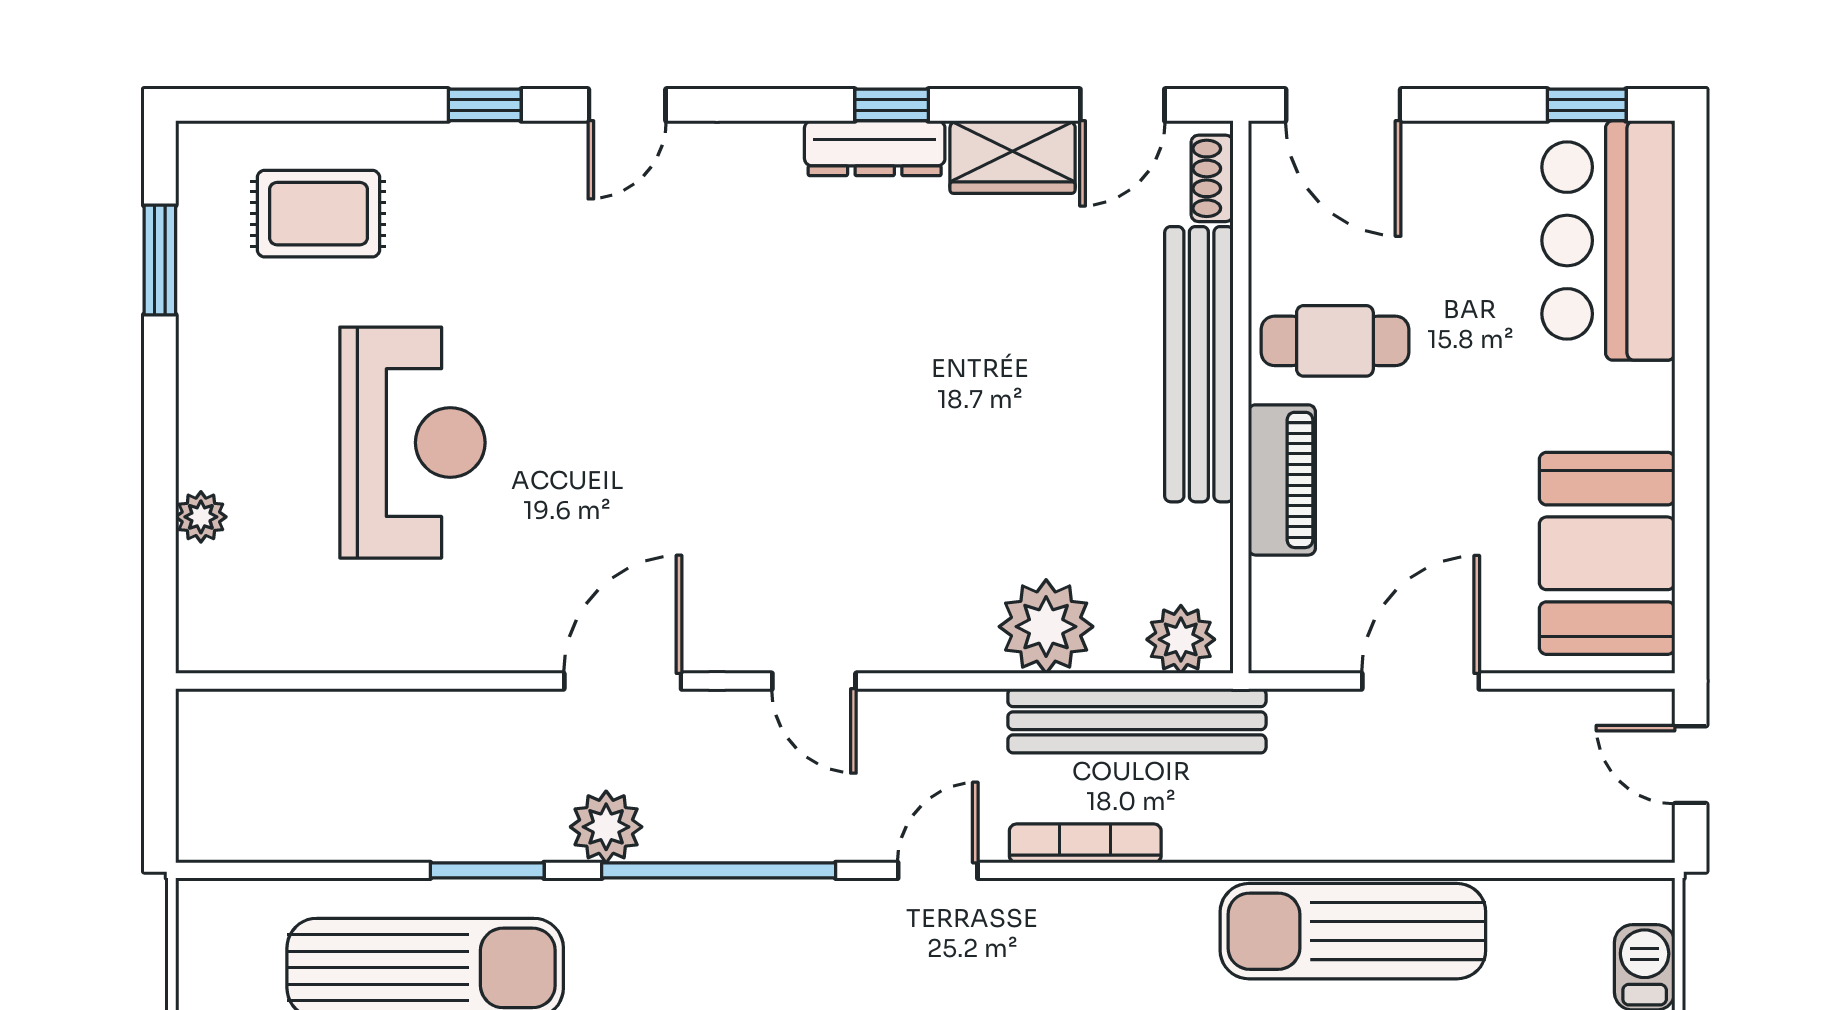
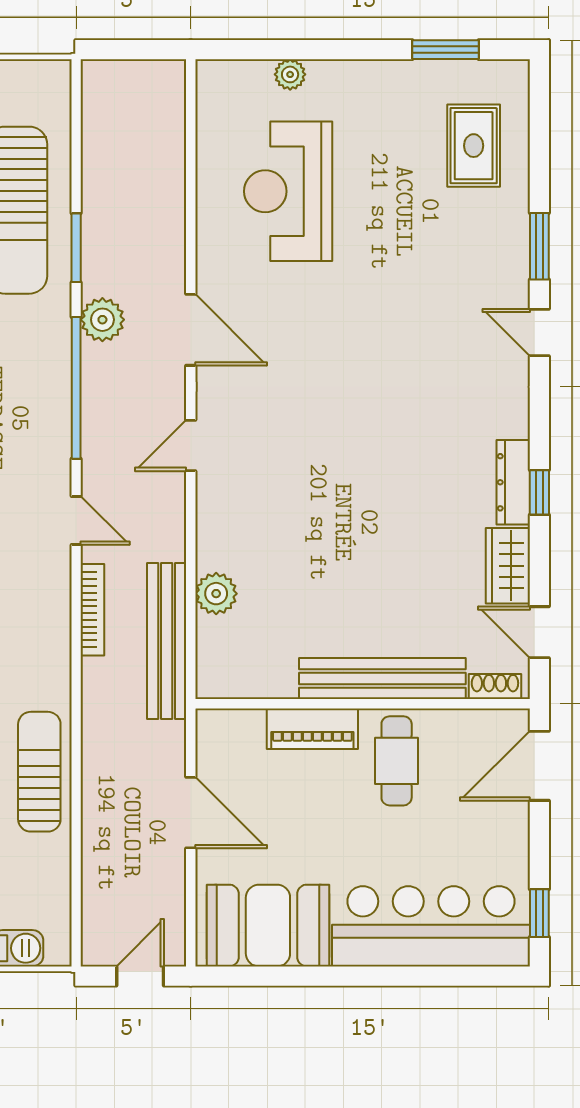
window: (485, 105) -> (539, 246), width x1.50
bar counter: (1608, 240) -> (431, 926), width x1.36
reception desk: (412, 443) -> (288, 191), moved, turned 90
plant: (1046, 627) -> (216, 594), width x0.73, depth x0.73
plant: (1181, 639) -> (216, 668), removed
sun lounger: (1353, 931) -> (39, 772), width x0.73, depth x0.75

